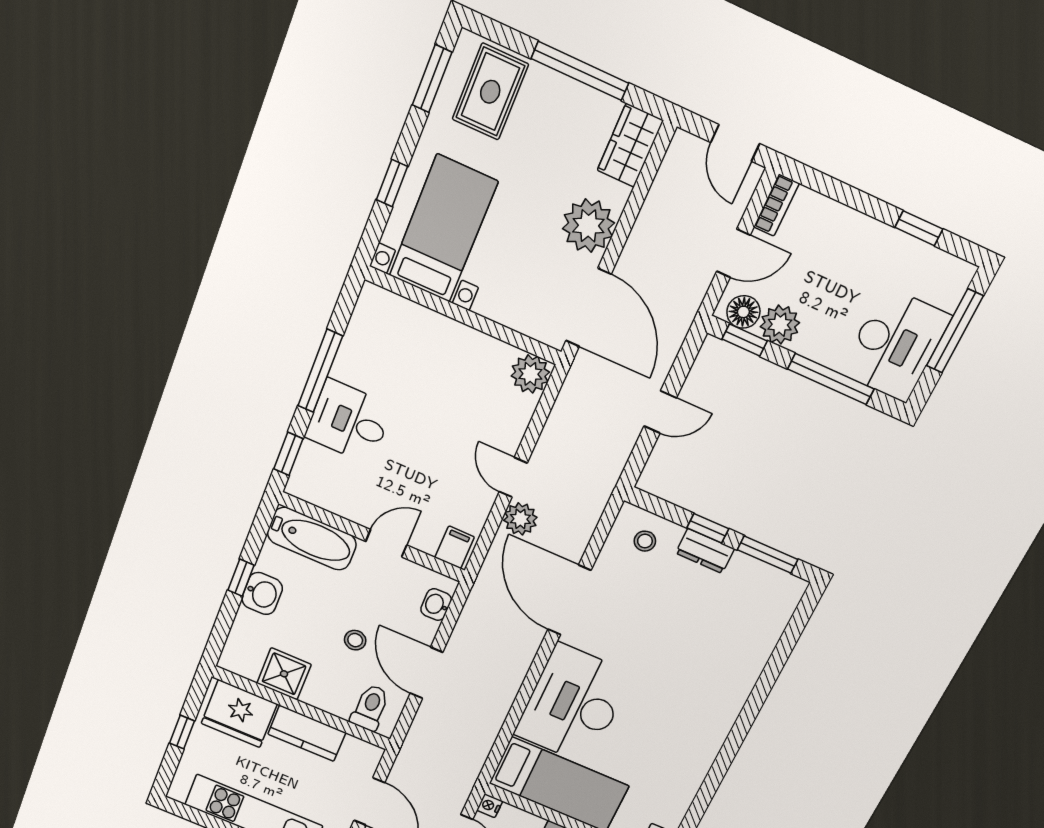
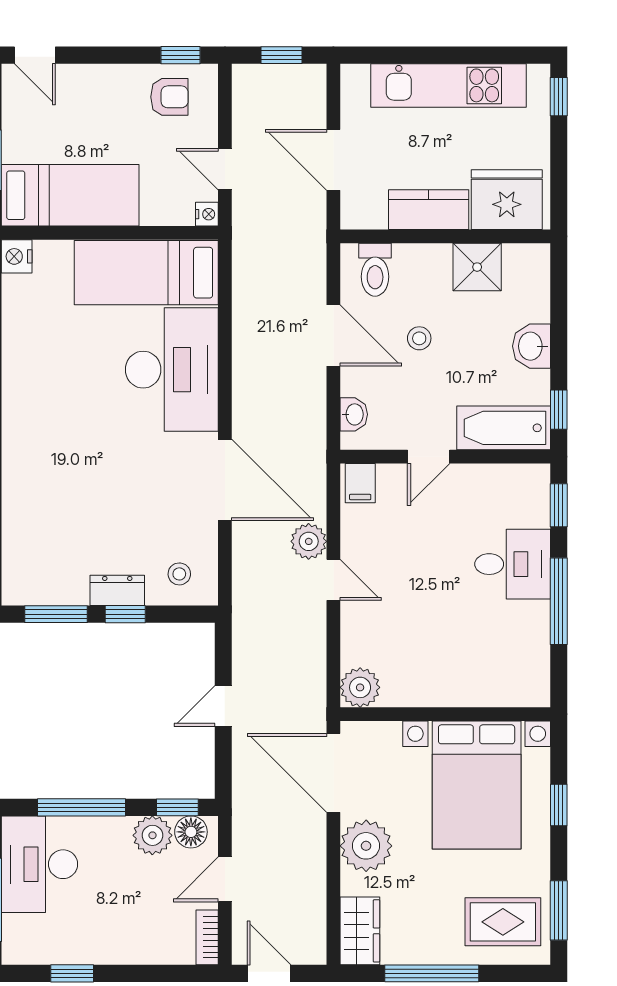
rug: (490, 92) -> (503, 922), turned 90
bed with nightstands: (443, 229) -> (477, 785), width x1.36
window: (241, 578) -> (559, 410), moved
window: (182, 732) -> (559, 97), moved

